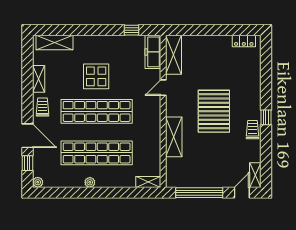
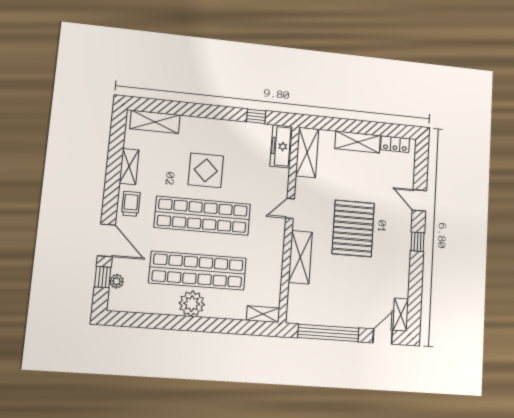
shelving: (213, 42) -> (358, 142), added
door: (266, 84) -> (419, 200), added
door: (163, 88) -> (290, 208), moved
trolley: (252, 130) -> (400, 256), removed
plant: (38, 182) -> (117, 281), moved
plant: (90, 182) -> (192, 304), width x1.88, depth x1.88

